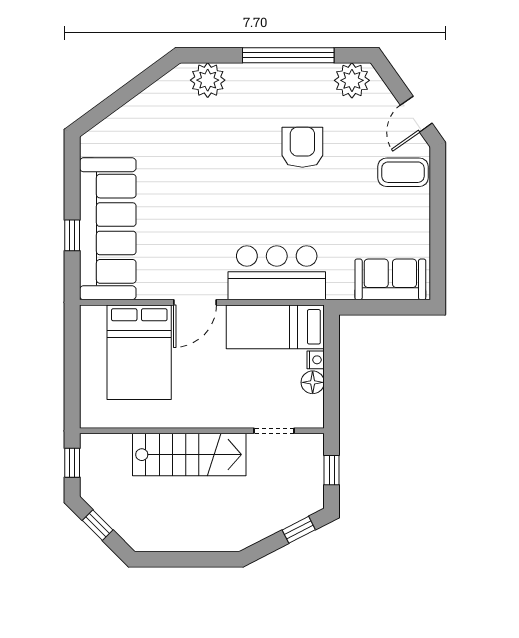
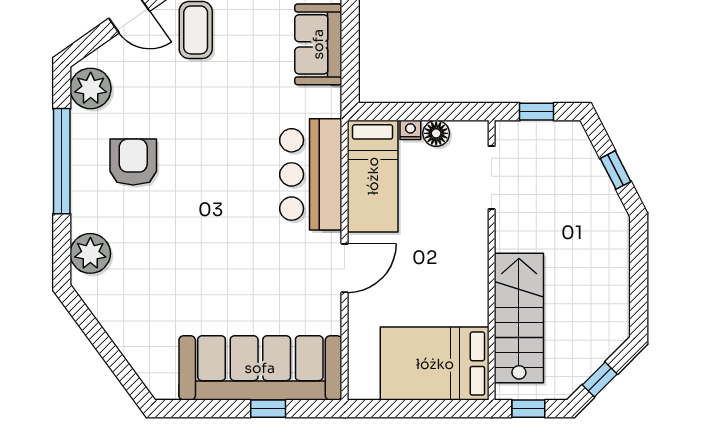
armchair: (302, 147) -> (133, 162), moved, turned 90
door: (195, 302) -> (345, 268), hinge flipped
bed: (139, 352) -> (435, 364), moved, turned 180
doorway: (274, 431) -> (492, 178), width x1.38
stairs: (189, 455) -> (519, 318), moved
window: (299, 530) -> (616, 170), moved

